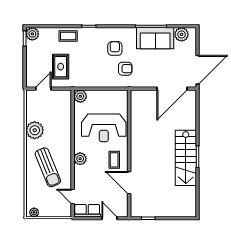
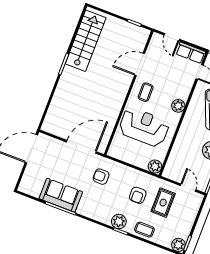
plant: (182, 34) -> (119, 221), moved
armchair: (115, 48) -> (138, 195), moved
door: (43, 89) -> (188, 188), swing flipped
door: (172, 89) -> (81, 147), moved
stairs: (186, 158) -> (86, 41), moved
door: (129, 183) -> (140, 64), swing flipped

